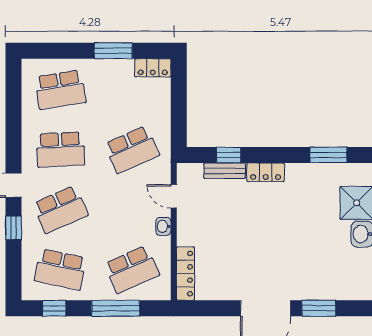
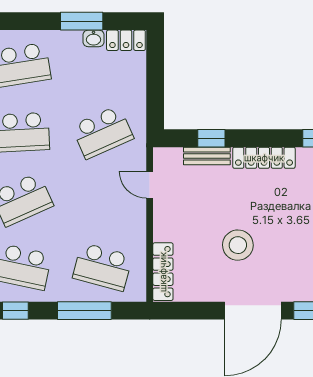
locker: (266, 172) -> (264, 158), width x1.53
washbasin: (163, 226) -> (94, 38), moved, turned -90
stool: (252, 250) -> (238, 245), added
school desk: (132, 269) -> (102, 267), turned 39

